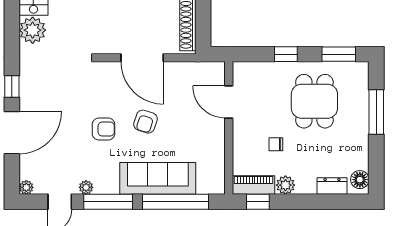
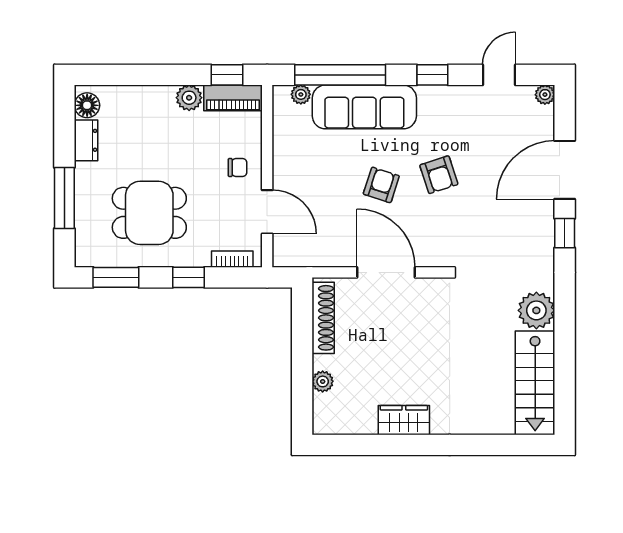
bookcase: (254, 67) -> (232, 259), added
dining table: (314, 101) -> (149, 213), turned 90
armchair: (104, 129) -> (439, 175), turned -108
chair: (276, 144) -> (238, 168), moved
dresser: (332, 186) -> (86, 140), moved, turned -90
plant: (86, 187) -> (301, 94), moved
window: (108, 202) -> (432, 75), width x0.46

